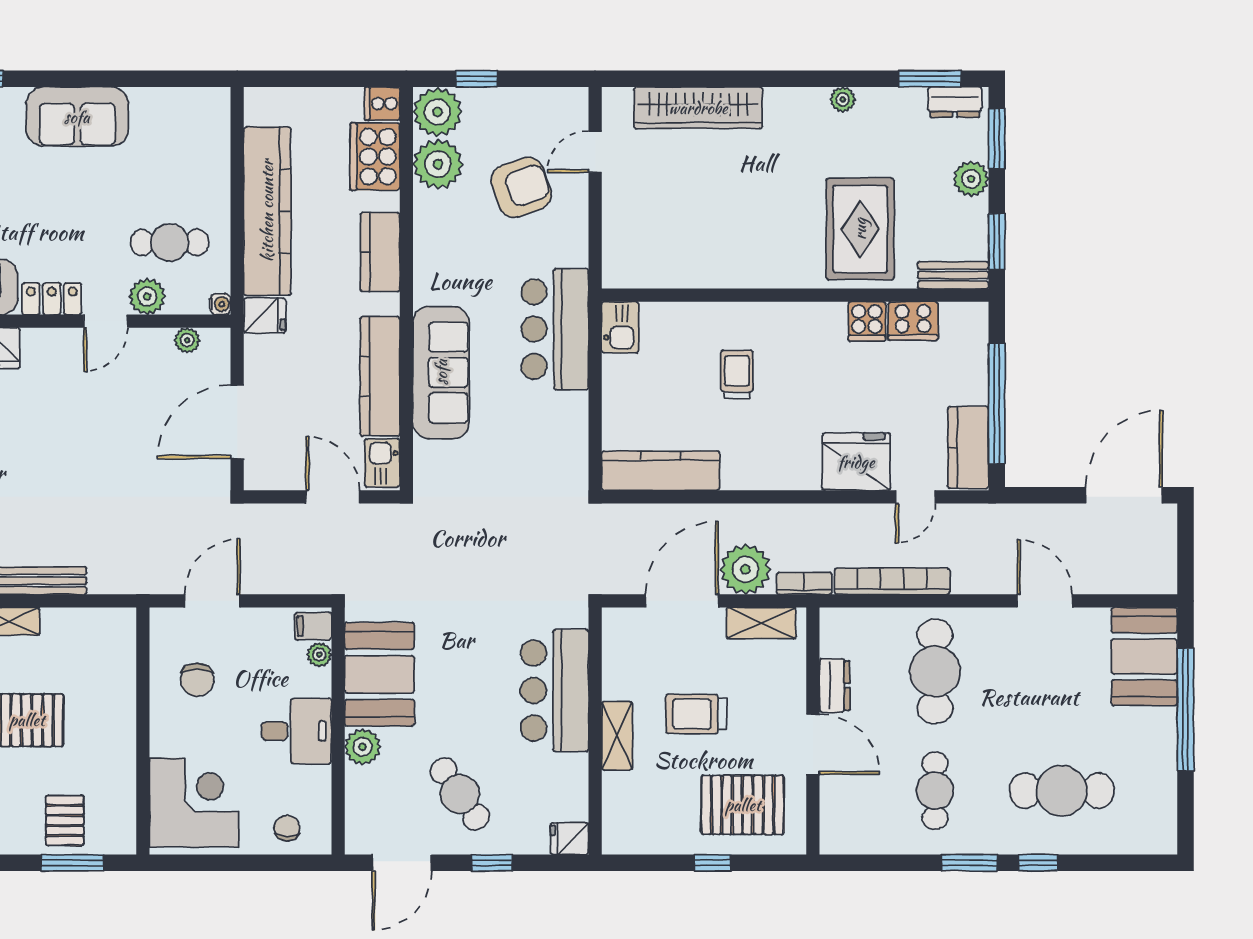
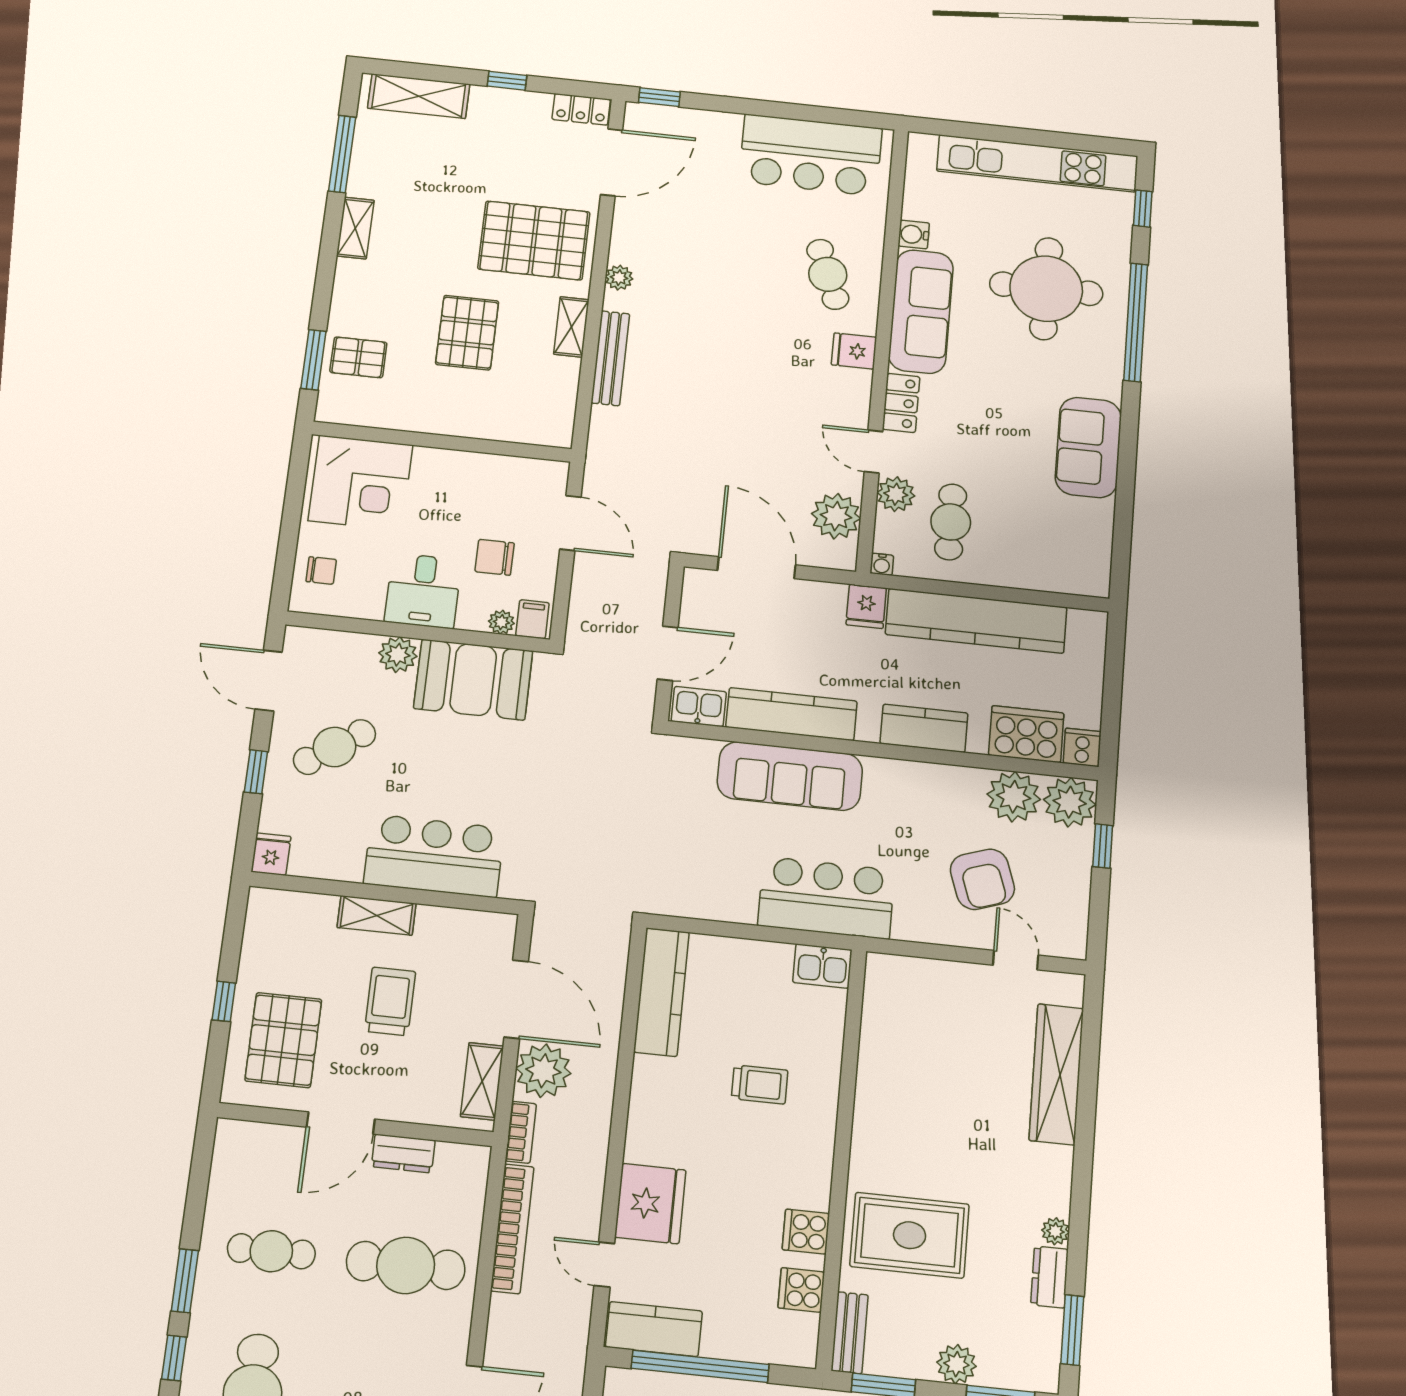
dresser: (955, 102) -> (1049, 1277), moved
cooker: (913, 321) -> (801, 1290), width x0.73
plant: (187, 340) -> (836, 516), width x1.87, depth x1.87
chair: (197, 680) -> (495, 557), moved

